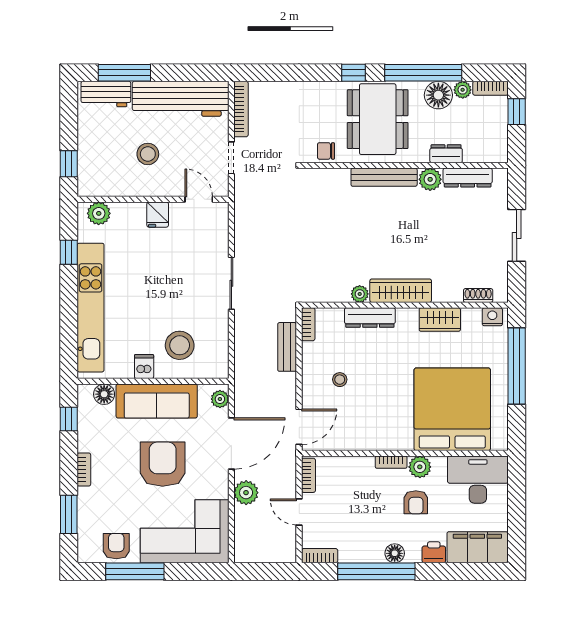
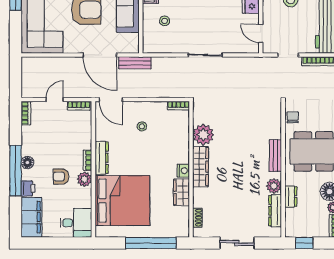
window: (517, 112) -> (304, 243), moved
bench: (384, 177) -> (275, 156), width x0.73
door: (199, 199) -> (261, 33), swing flipped
plant: (360, 294) -> (203, 135), width x1.88, depth x1.88
nightstand: (492, 317) -> (183, 171), moved
dresser: (370, 318) -> (102, 158), moved, turned 180
stool: (180, 345) -> (165, 21), width x0.53, depth x0.53
bench: (287, 347) -> (135, 63), moved
plant: (220, 399) -> (129, 47), removed
desk: (478, 480) -> (76, 223), width x0.73
plant: (246, 493) -> (67, 65), removed
window: (376, 571) -> (16, 171), moved

